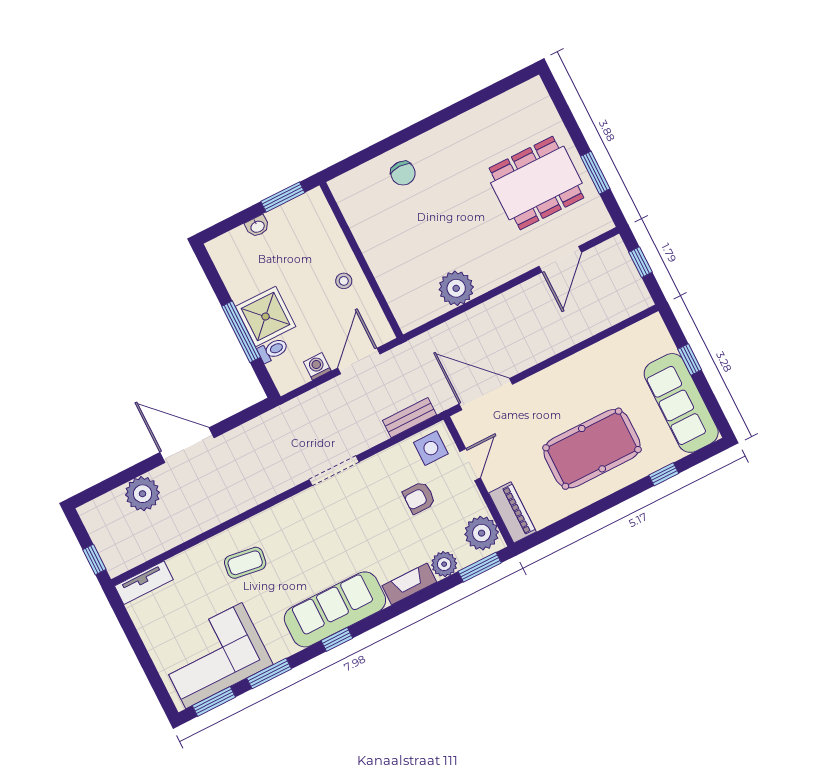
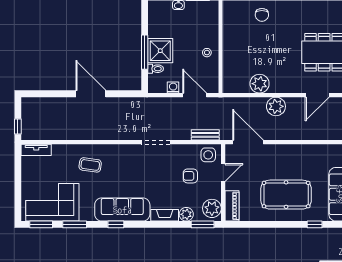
door: (359, 361) -> (195, 95), hinge flipped
plant: (143, 494) -> (276, 106), moved

